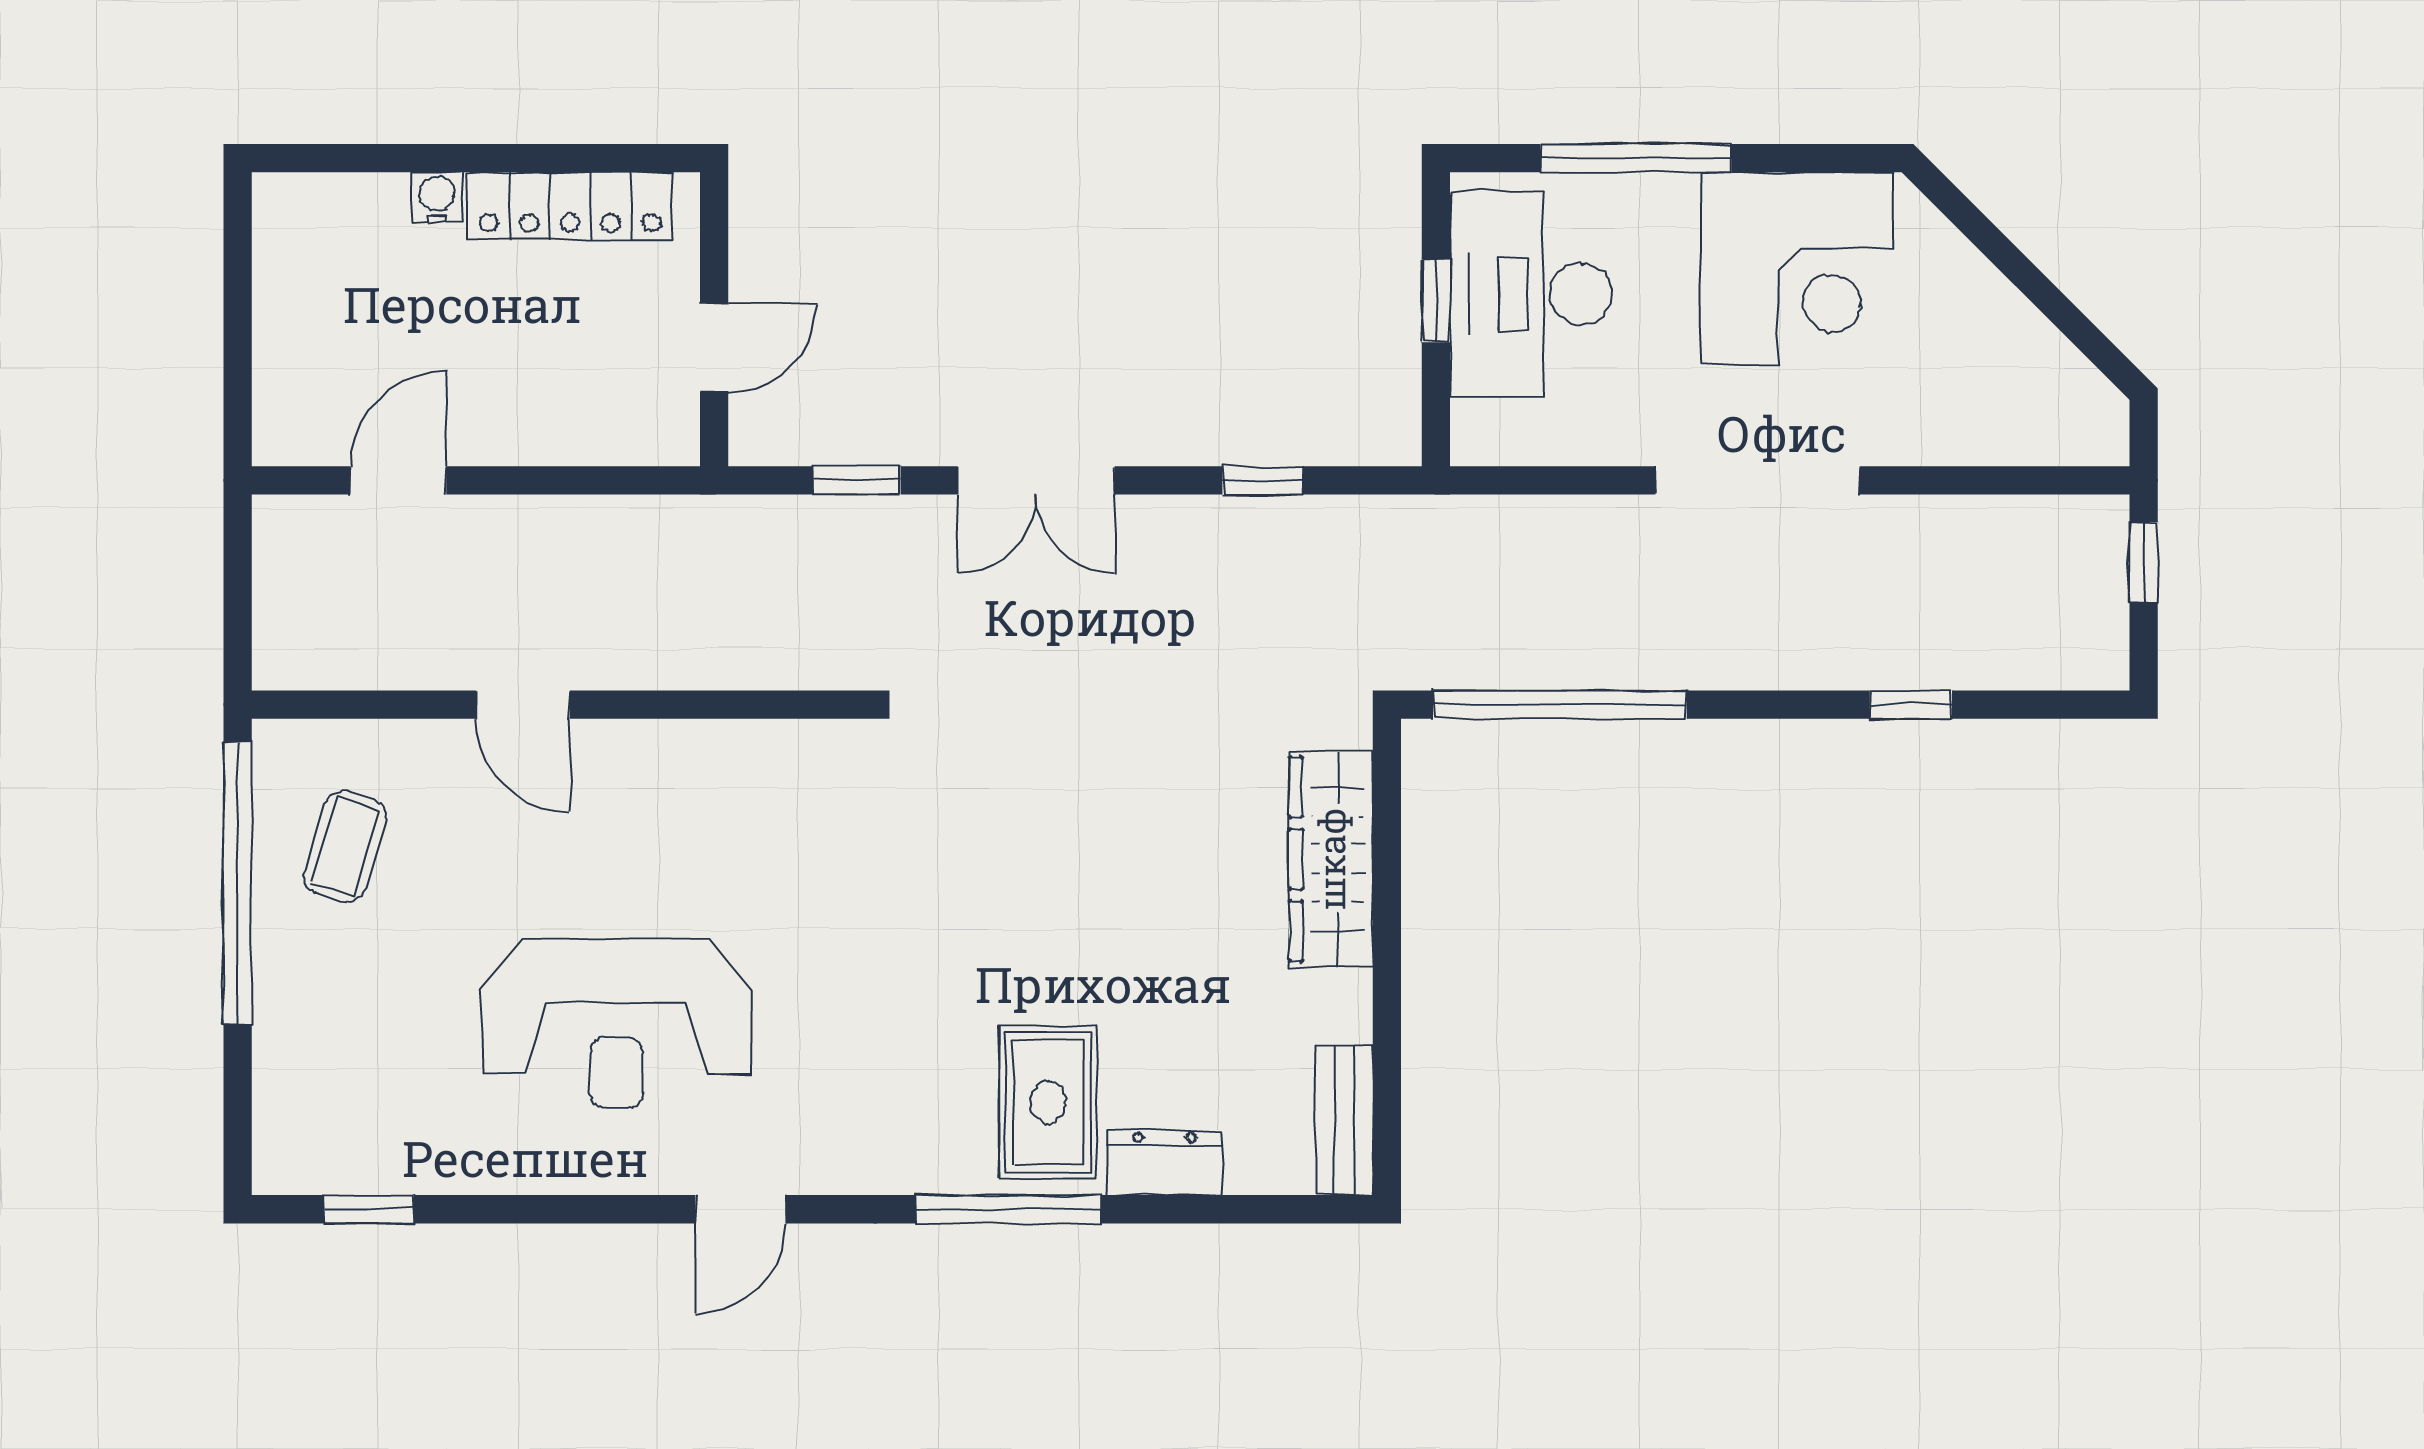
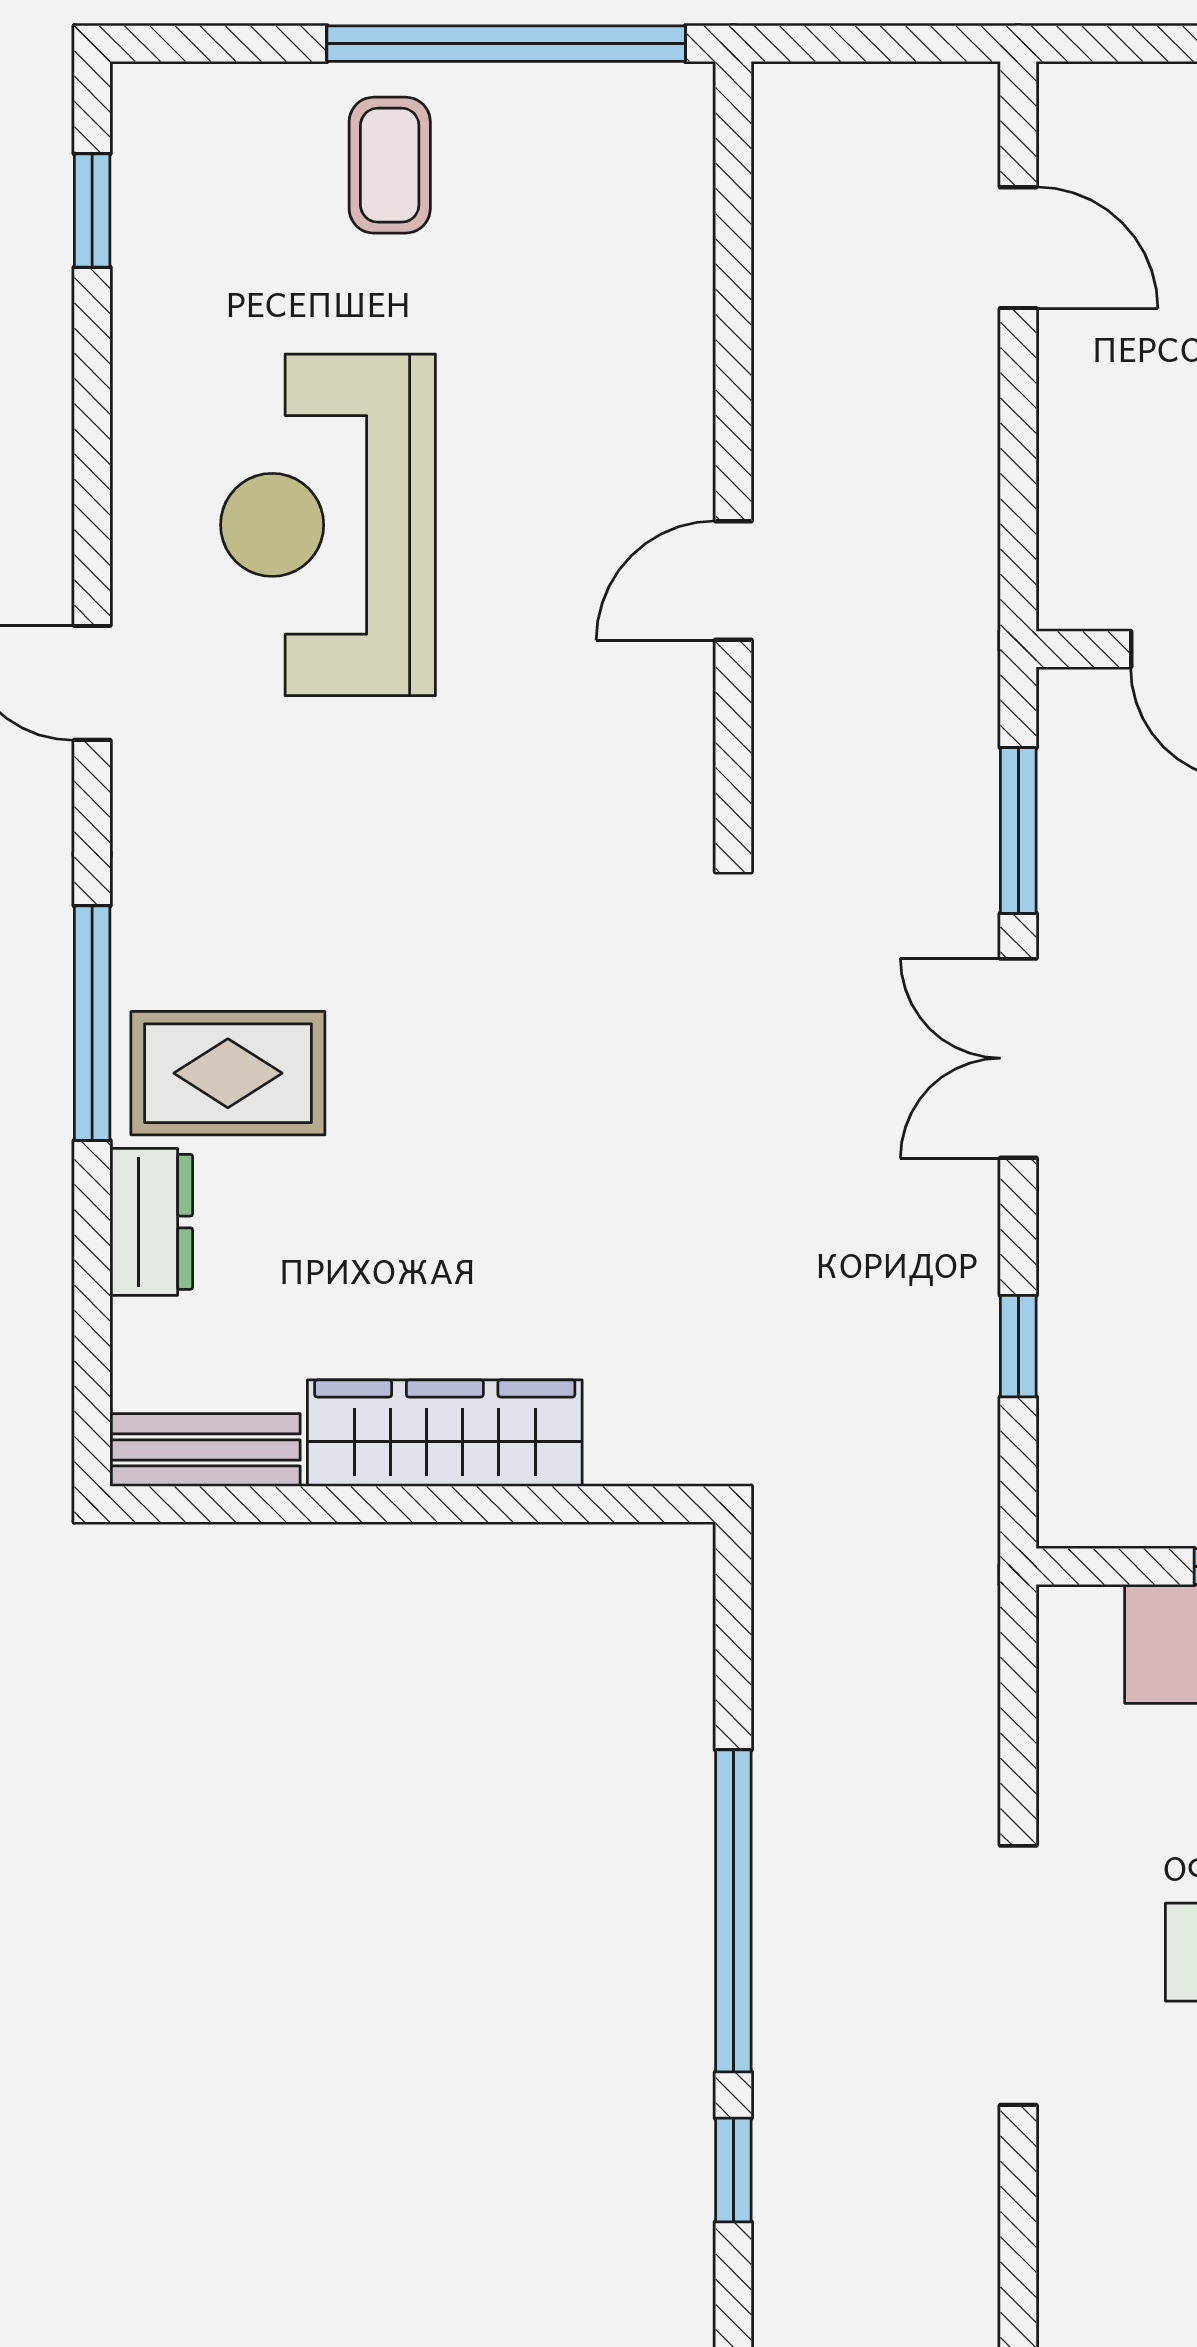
window: (857, 480) -> (1018, 830), width x1.50
door: (523, 705) -> (733, 581), moved
window: (1560, 705) -> (733, 1911), moved
coffee table: (346, 846) -> (390, 165), moved, turned 72
wardrobe: (1331, 859) -> (445, 1433), moved

